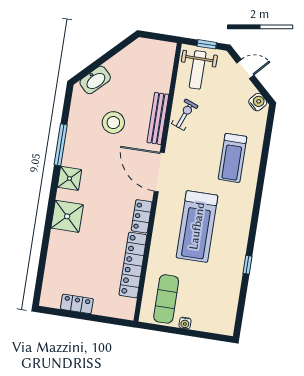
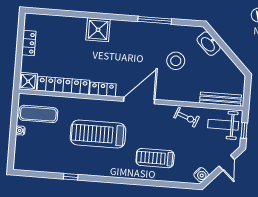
bench: (158, 118) -> (220, 99), moved
shower: (70, 178) -> (28, 81), moved

